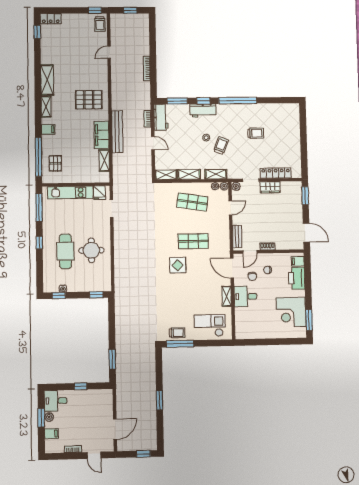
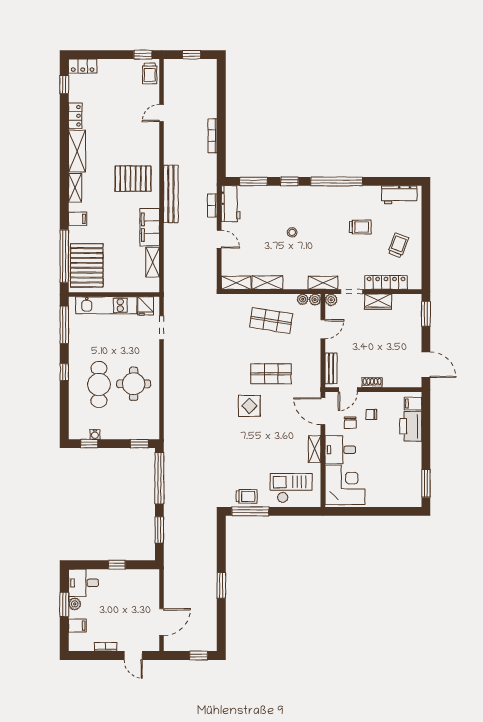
locker: (46, 55) -> (75, 116), added
workbench: (203, 110) -> (399, 195), moved
bench: (117, 132) -> (171, 194), moved
trolley: (221, 145) -> (398, 245), moved
pallet: (55, 163) -> (87, 265), width x2.05, depth x2.00
shelving: (216, 174) -> (323, 283), moved
corner desk: (291, 312) -> (345, 485), moved, turned 180
window: (112, 320) -> (159, 478), added

